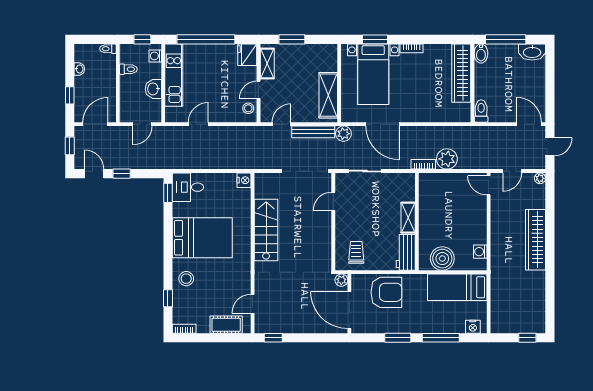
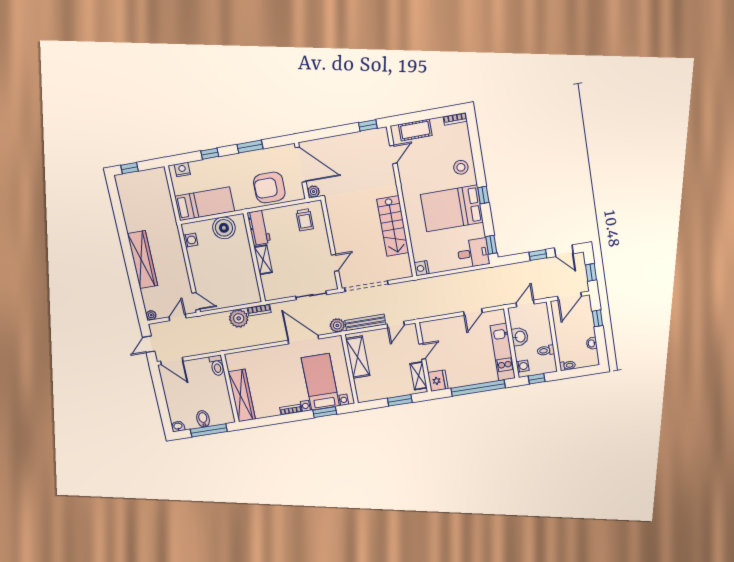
washbasin: (532, 52) -> (178, 426), width x0.52, depth x0.69
bidet: (481, 53) -> (203, 419), moved
stool: (248, 108) -> (429, 334), removed
window: (168, 298) -> (483, 195), moved
window: (441, 338) -> (210, 154), width x0.46

